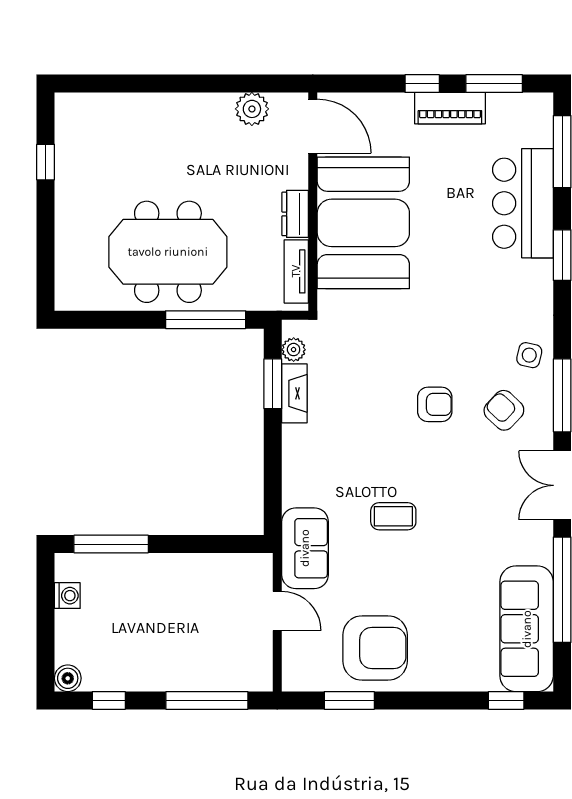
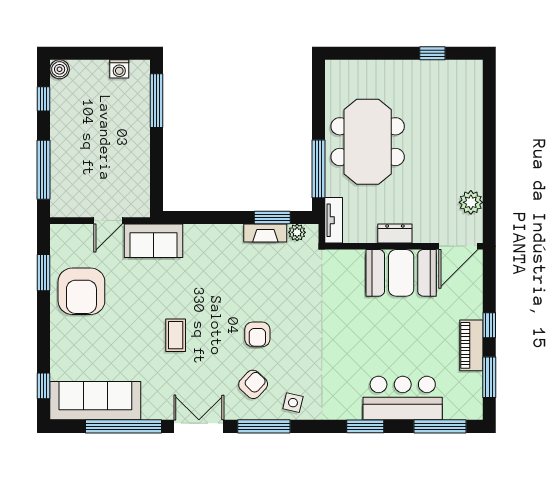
booth: (363, 223) -> (401, 273), width x0.73, depth x0.70
tv unit: (296, 271) -> (334, 220), moved, turned 90
coffee table: (393, 516) -> (176, 335), moved

